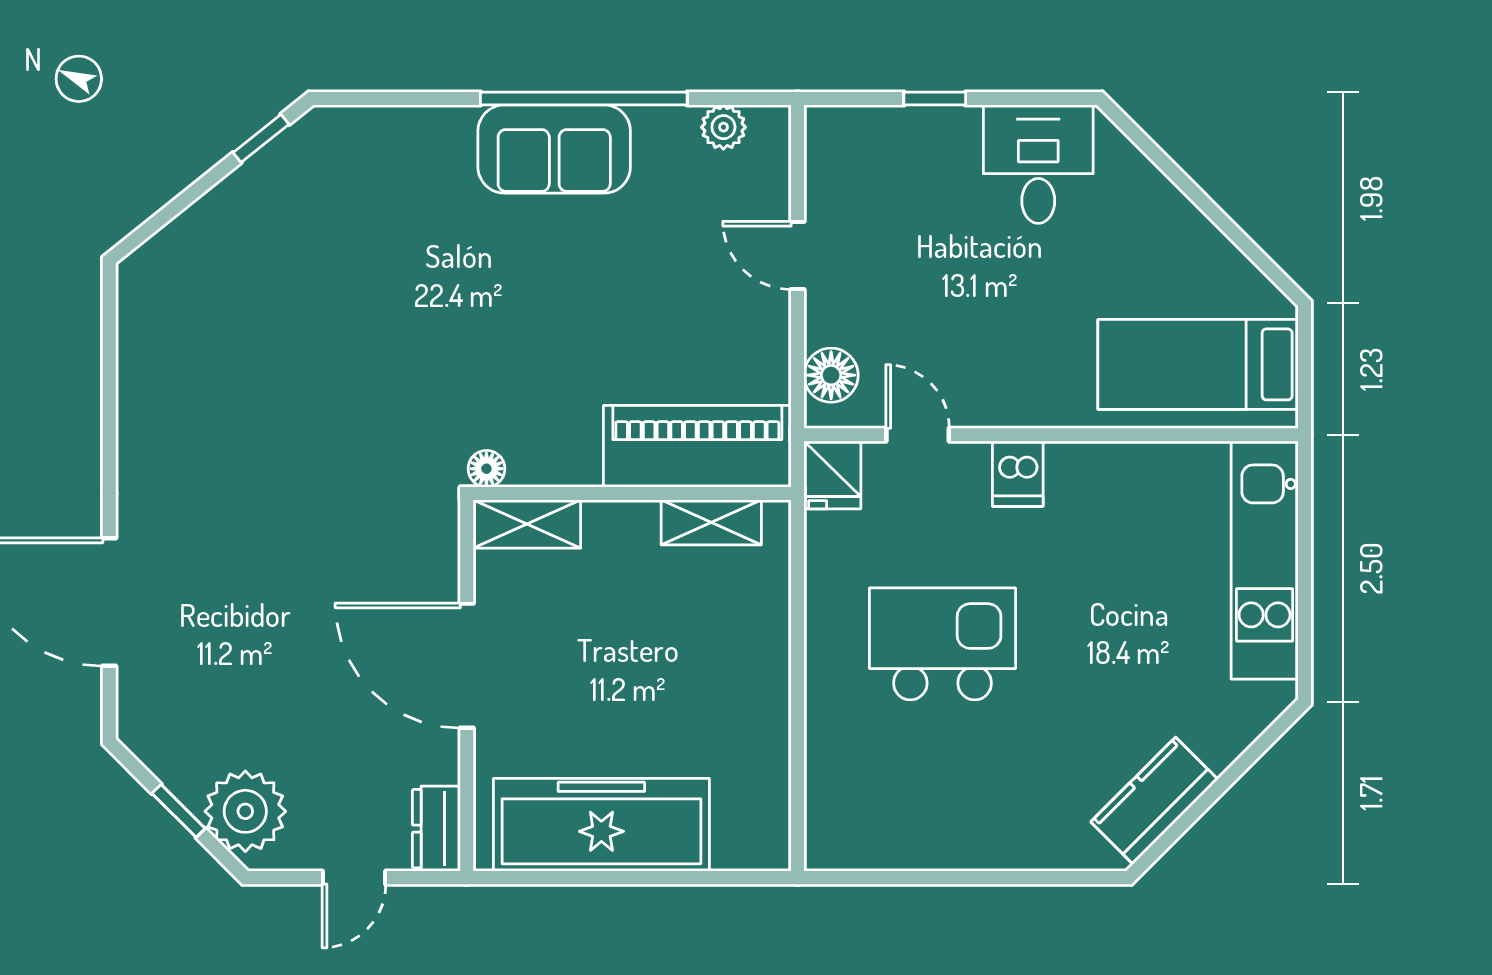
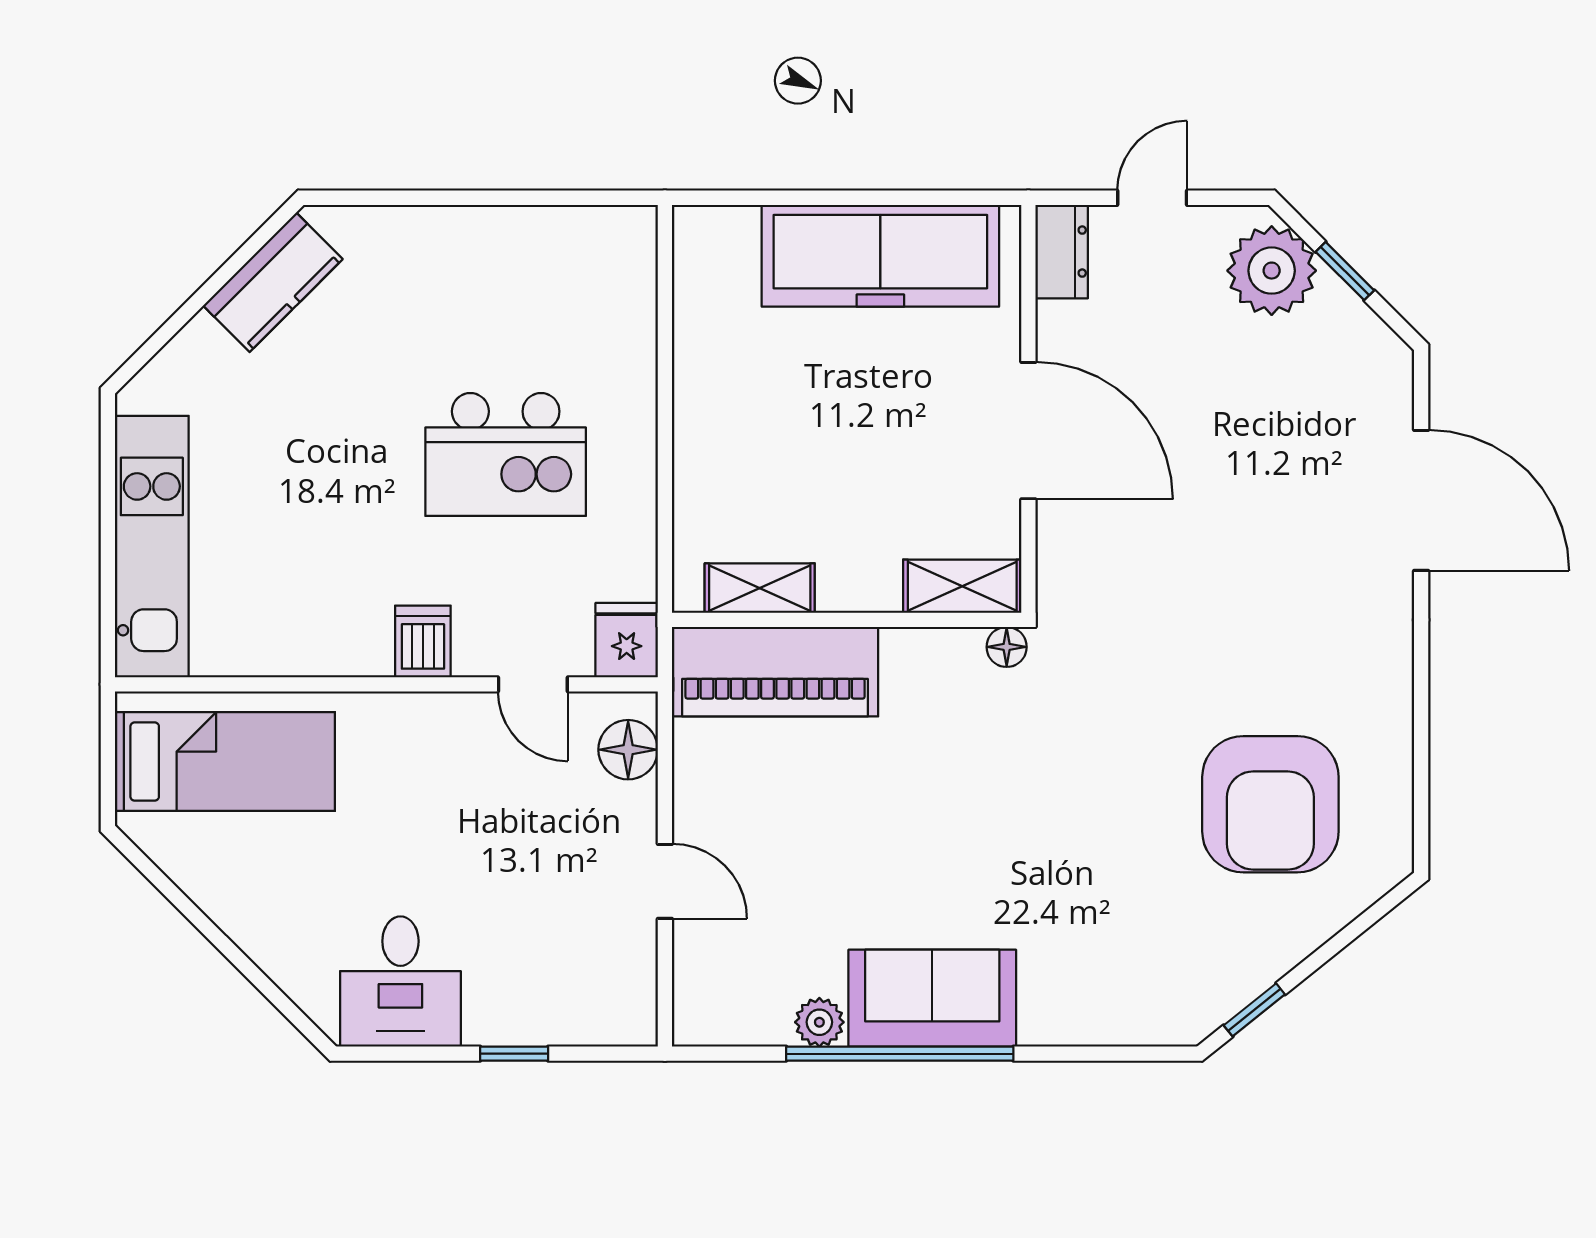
plant: (723, 127) -> (819, 1022), moved
armchair: (246, 326) -> (1270, 804), added

